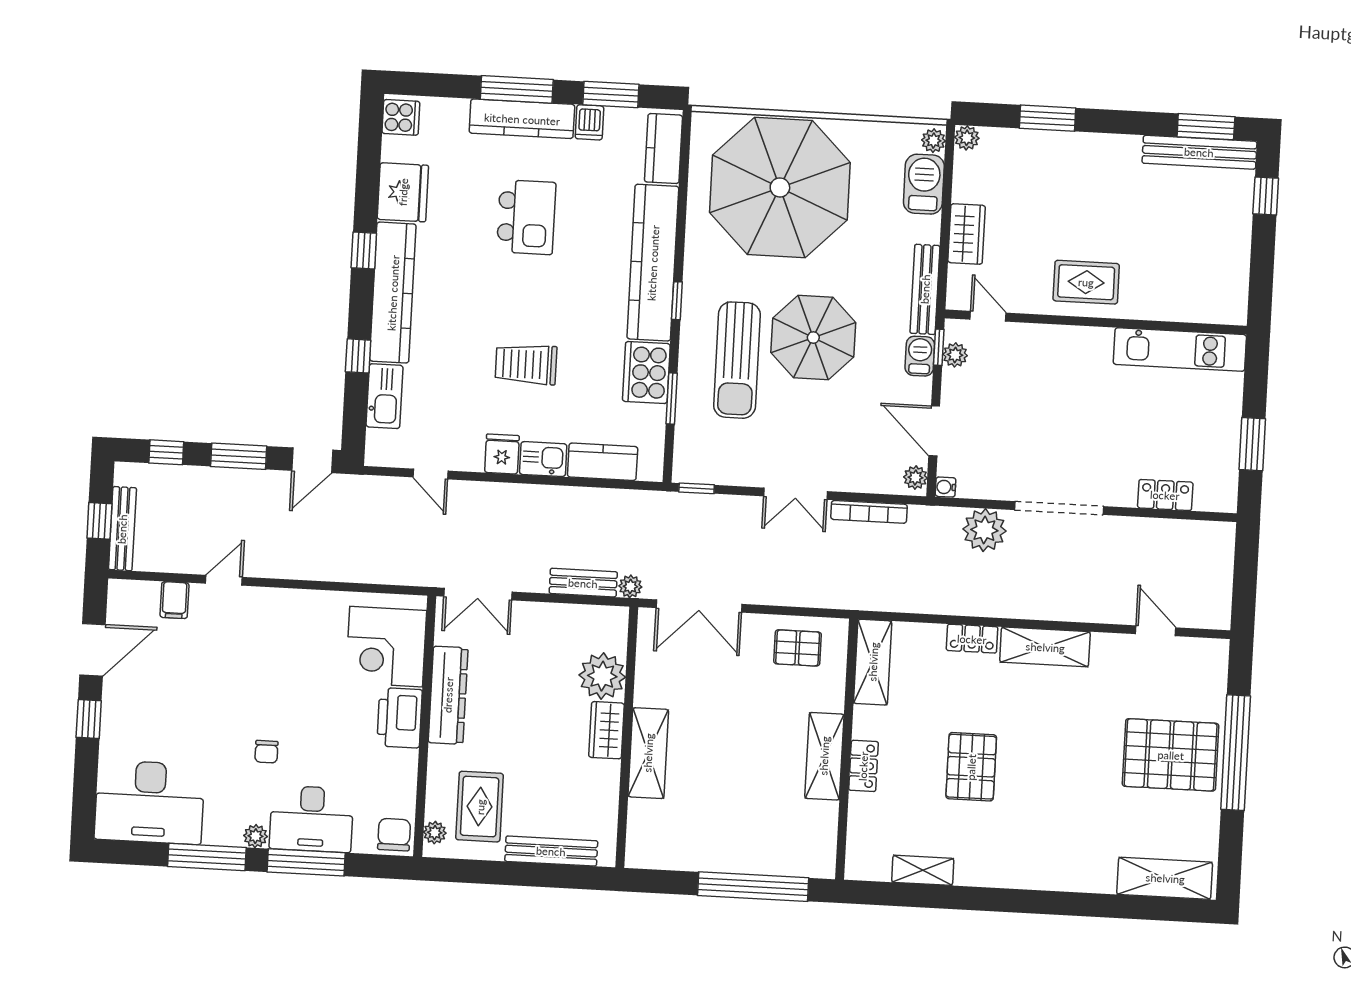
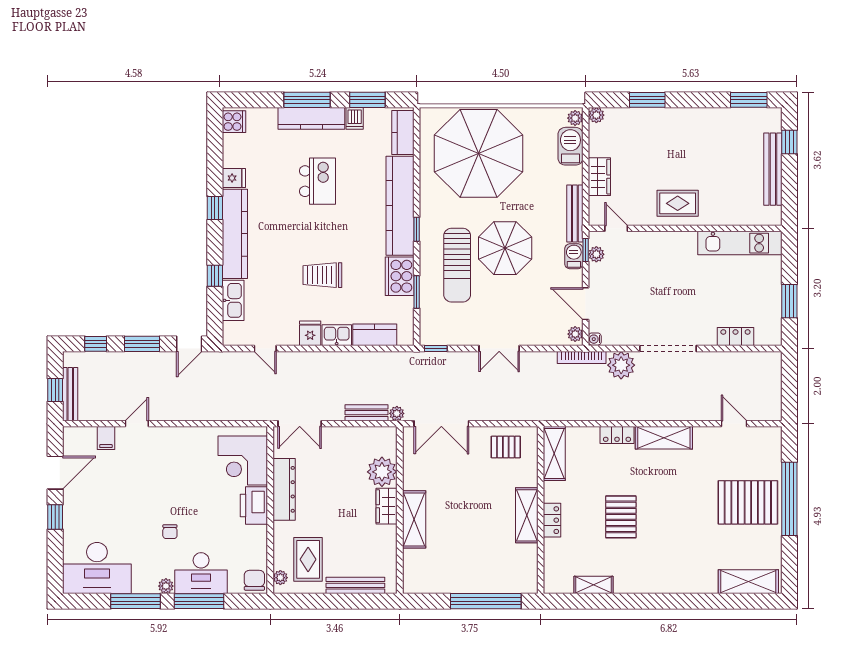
bench: (1199, 152) -> (773, 169), moved, turned 90
fridge: (403, 192) -> (234, 178), width x0.53, depth x0.75
bookcase: (869, 512) -> (582, 358), moved

